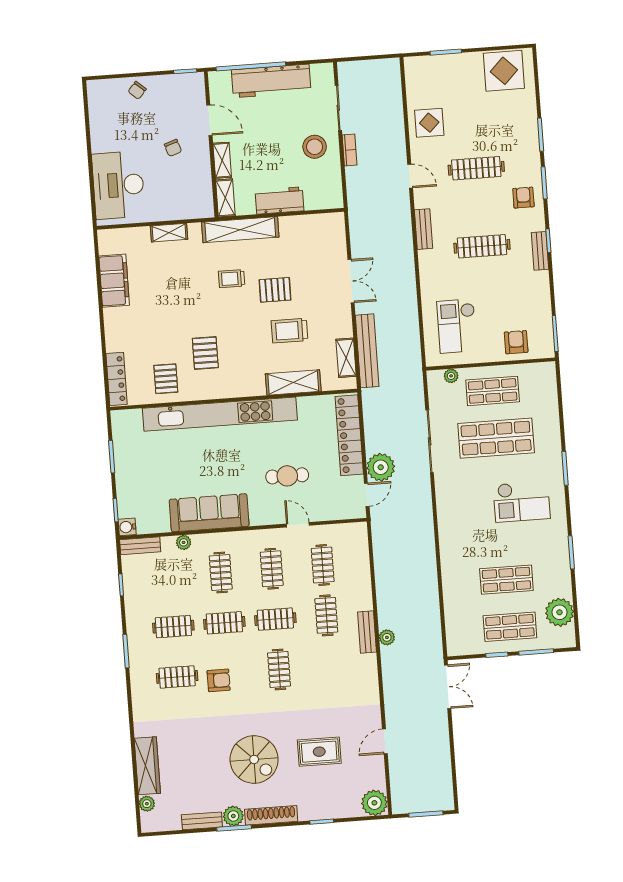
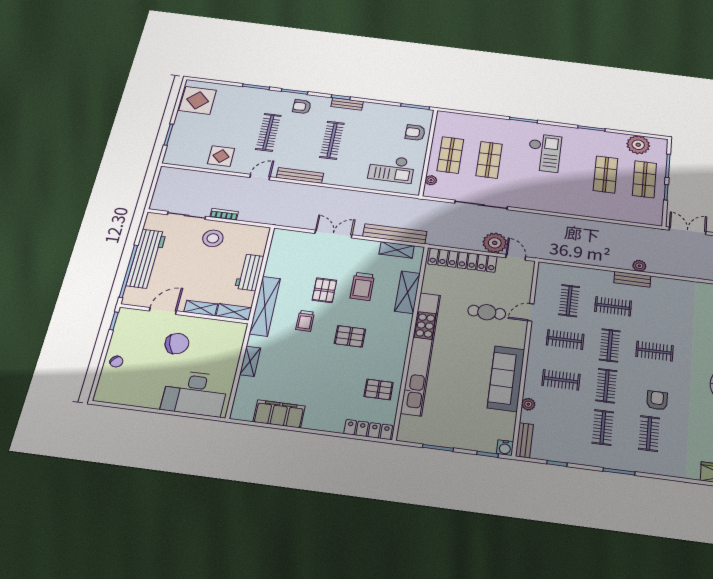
chair: (173, 148) -> (177, 344), width x1.87, depth x1.87
bench: (423, 229) -> (300, 175), width x1.36
pallet: (205, 353) -> (350, 336), moved
shop shelf: (496, 438) -> (489, 160), width x0.70, depth x0.74
cafe table: (287, 476) -> (487, 312), turned 90
clothes rail: (323, 565) -> (569, 301), turned 90

